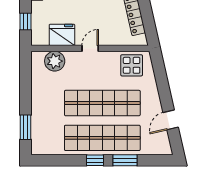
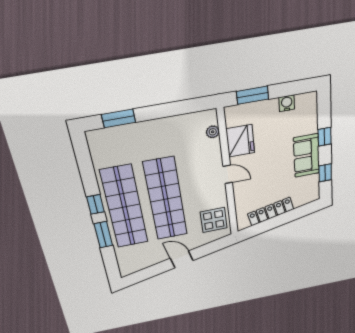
window: (25, 21) -> (253, 95), width x1.50
plant: (55, 61) -> (213, 132), width x0.53, depth x0.53
door: (171, 120) -> (182, 259), moved

